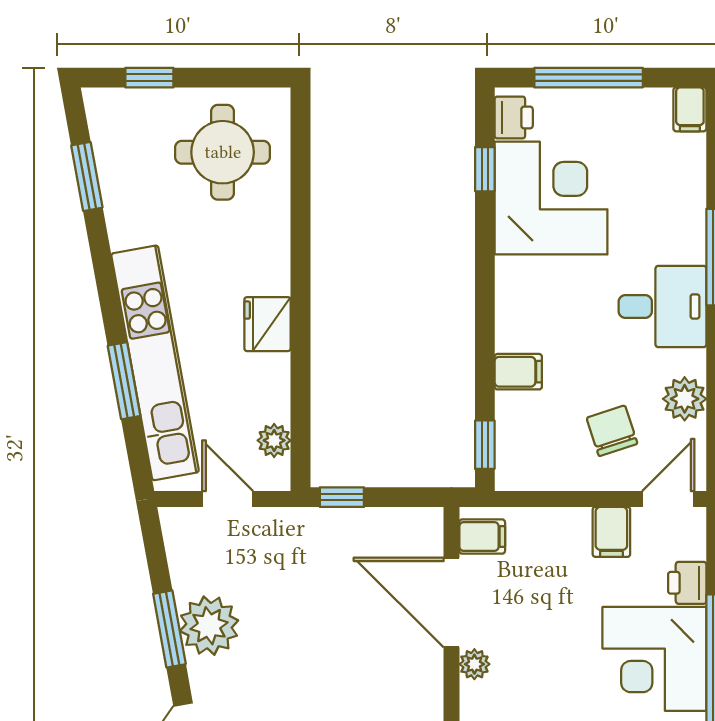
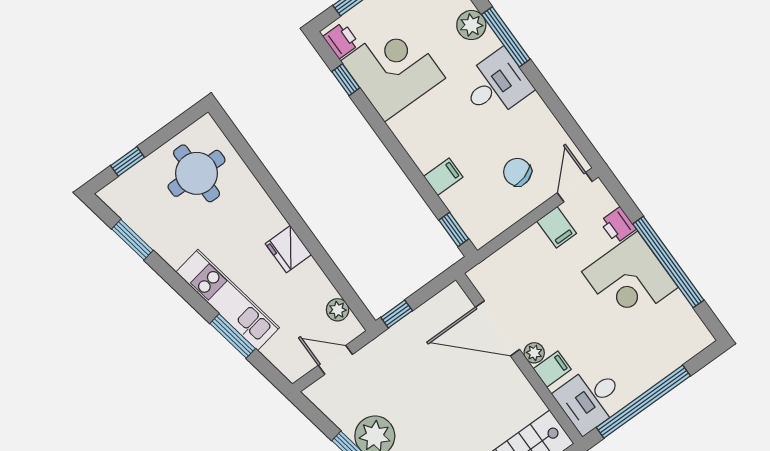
kitchen unit: (155, 363) -> (228, 300), width x0.73
plant: (685, 399) -> (471, 25), moved
filing cabinet: (482, 537) -> (552, 369), moved

